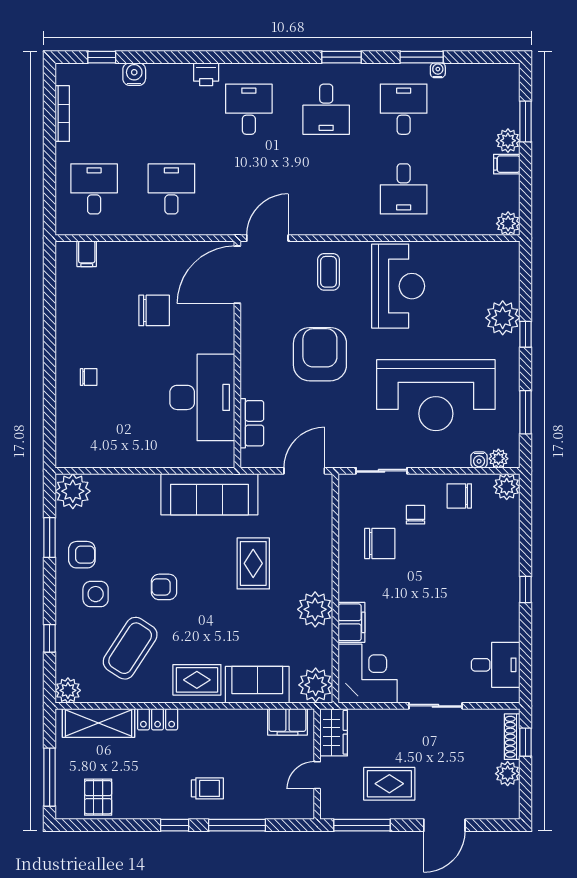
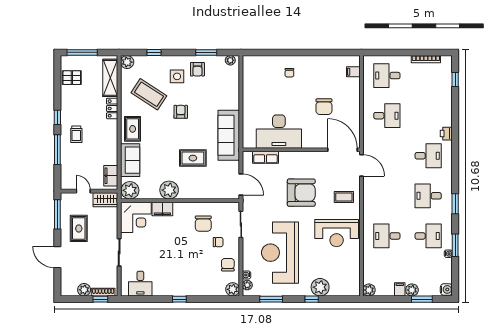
water cooler: (134, 74) -> (446, 289), moved
desk: (94, 189) -> (387, 76), turned 180
plant: (73, 491) -> (230, 60), width x0.53, depth x0.53

